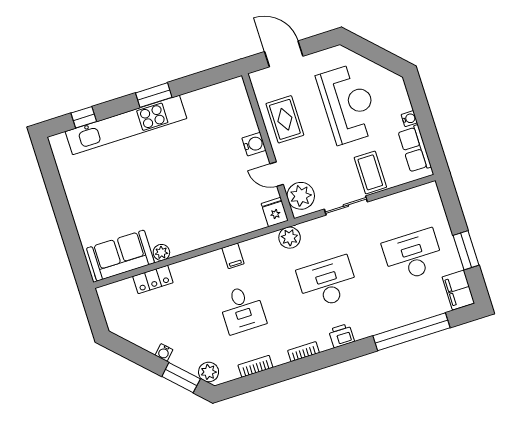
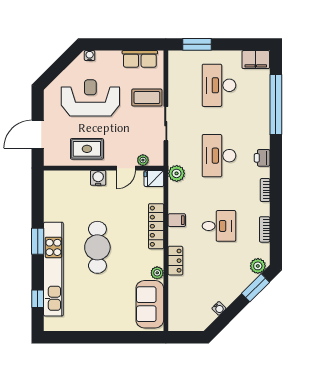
water cooler: (409, 119) -> (90, 56), moved
cafe table: (169, 170) -> (97, 247), added
plant: (301, 196) -> (143, 160), width x0.53, depth x0.53
locker: (218, 233) -> (156, 226), added
window: (466, 250) -> (197, 44), moved
locker: (153, 279) -> (175, 261), moved
water cooler: (164, 352) -> (219, 308), moved

